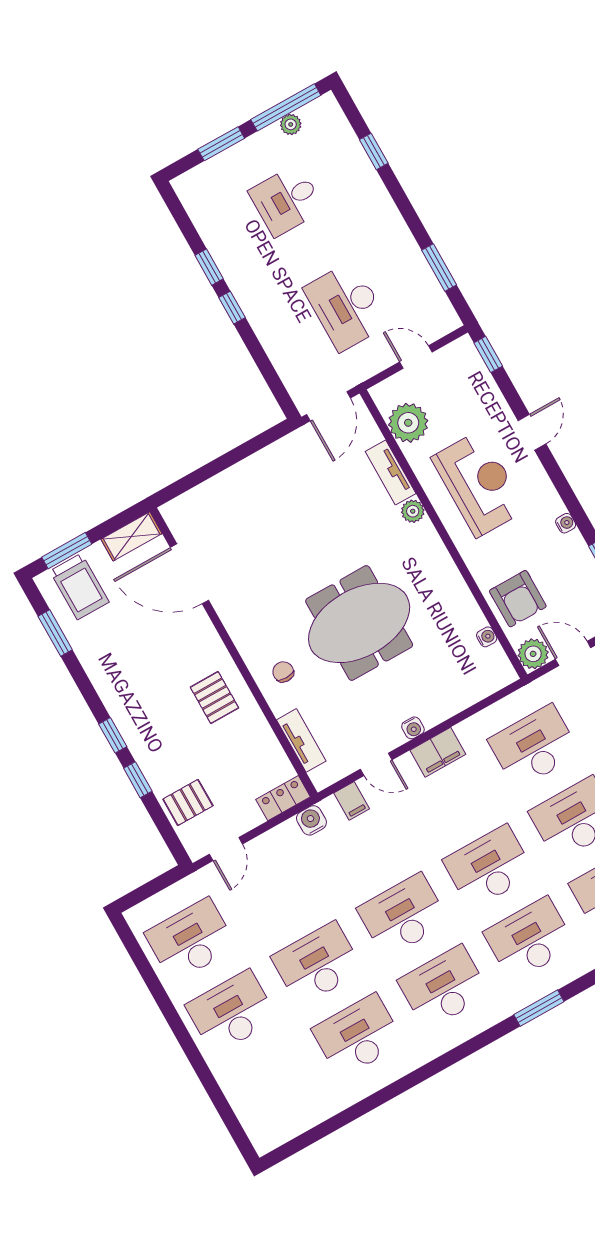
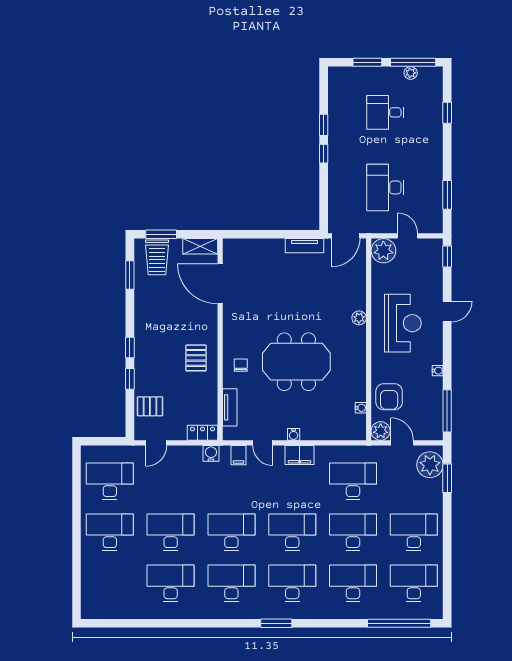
plant: (408, 423) -> (383, 251), moved
tv unit: (391, 473) -> (304, 246), moved, turned -90

